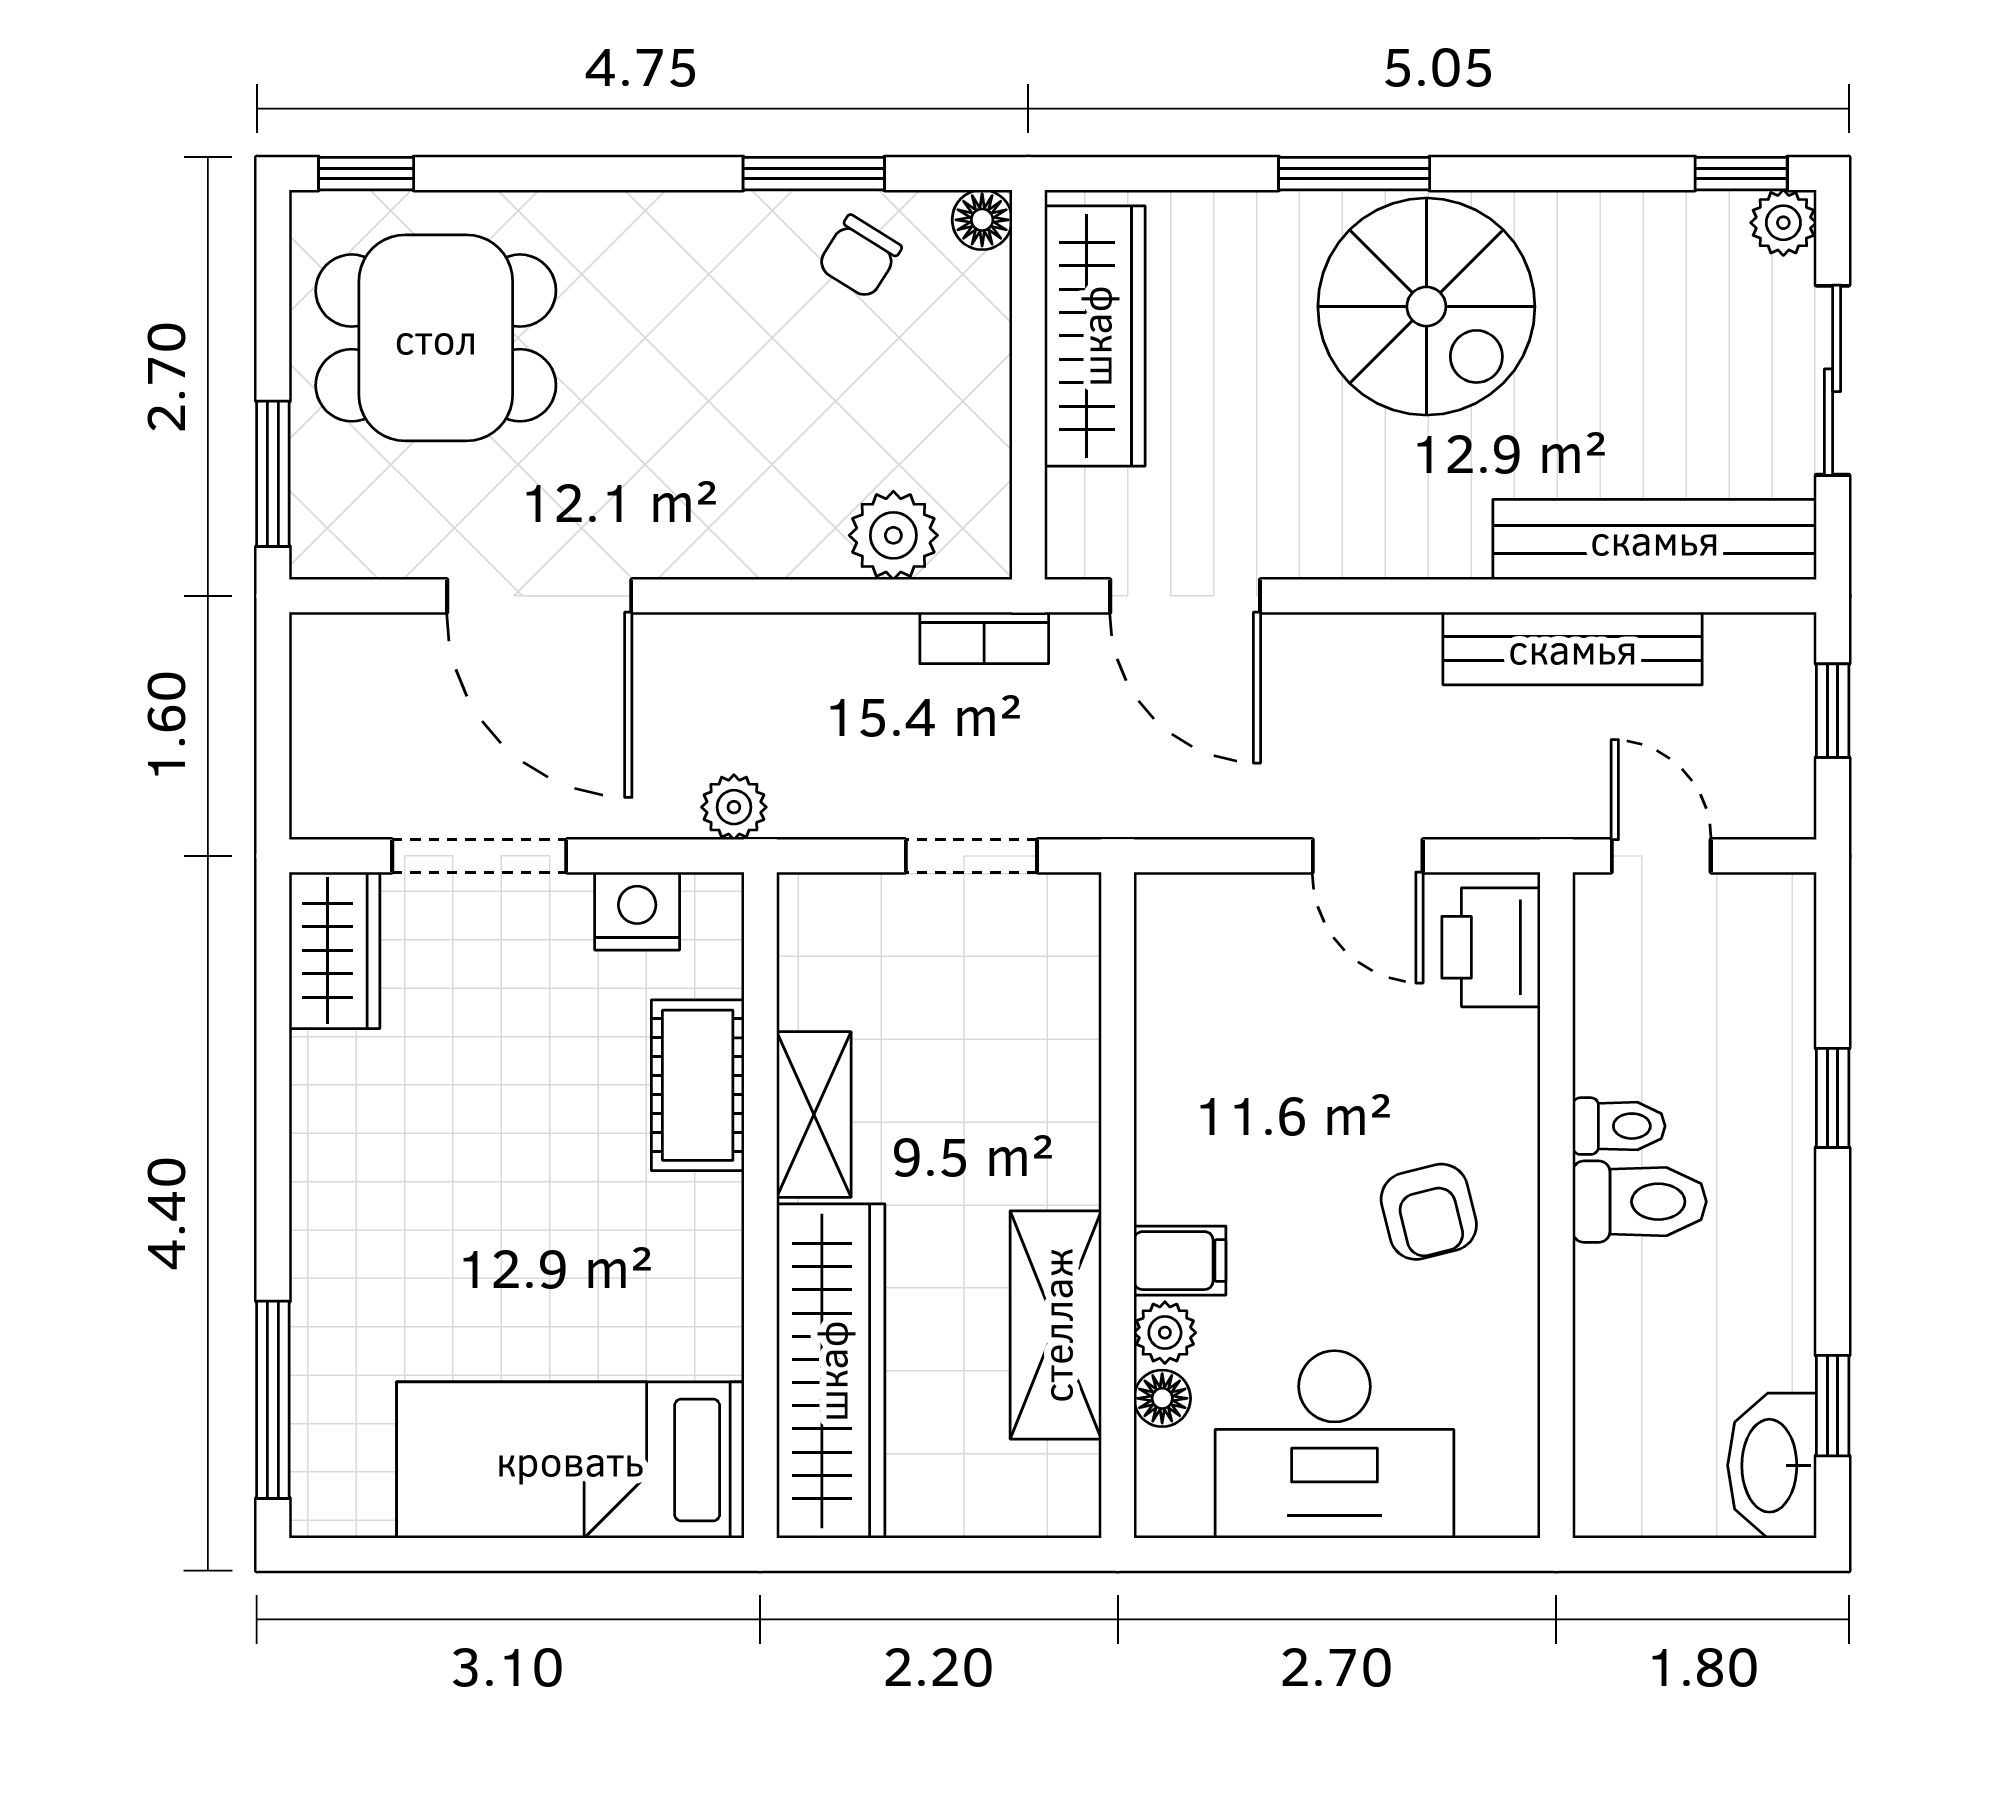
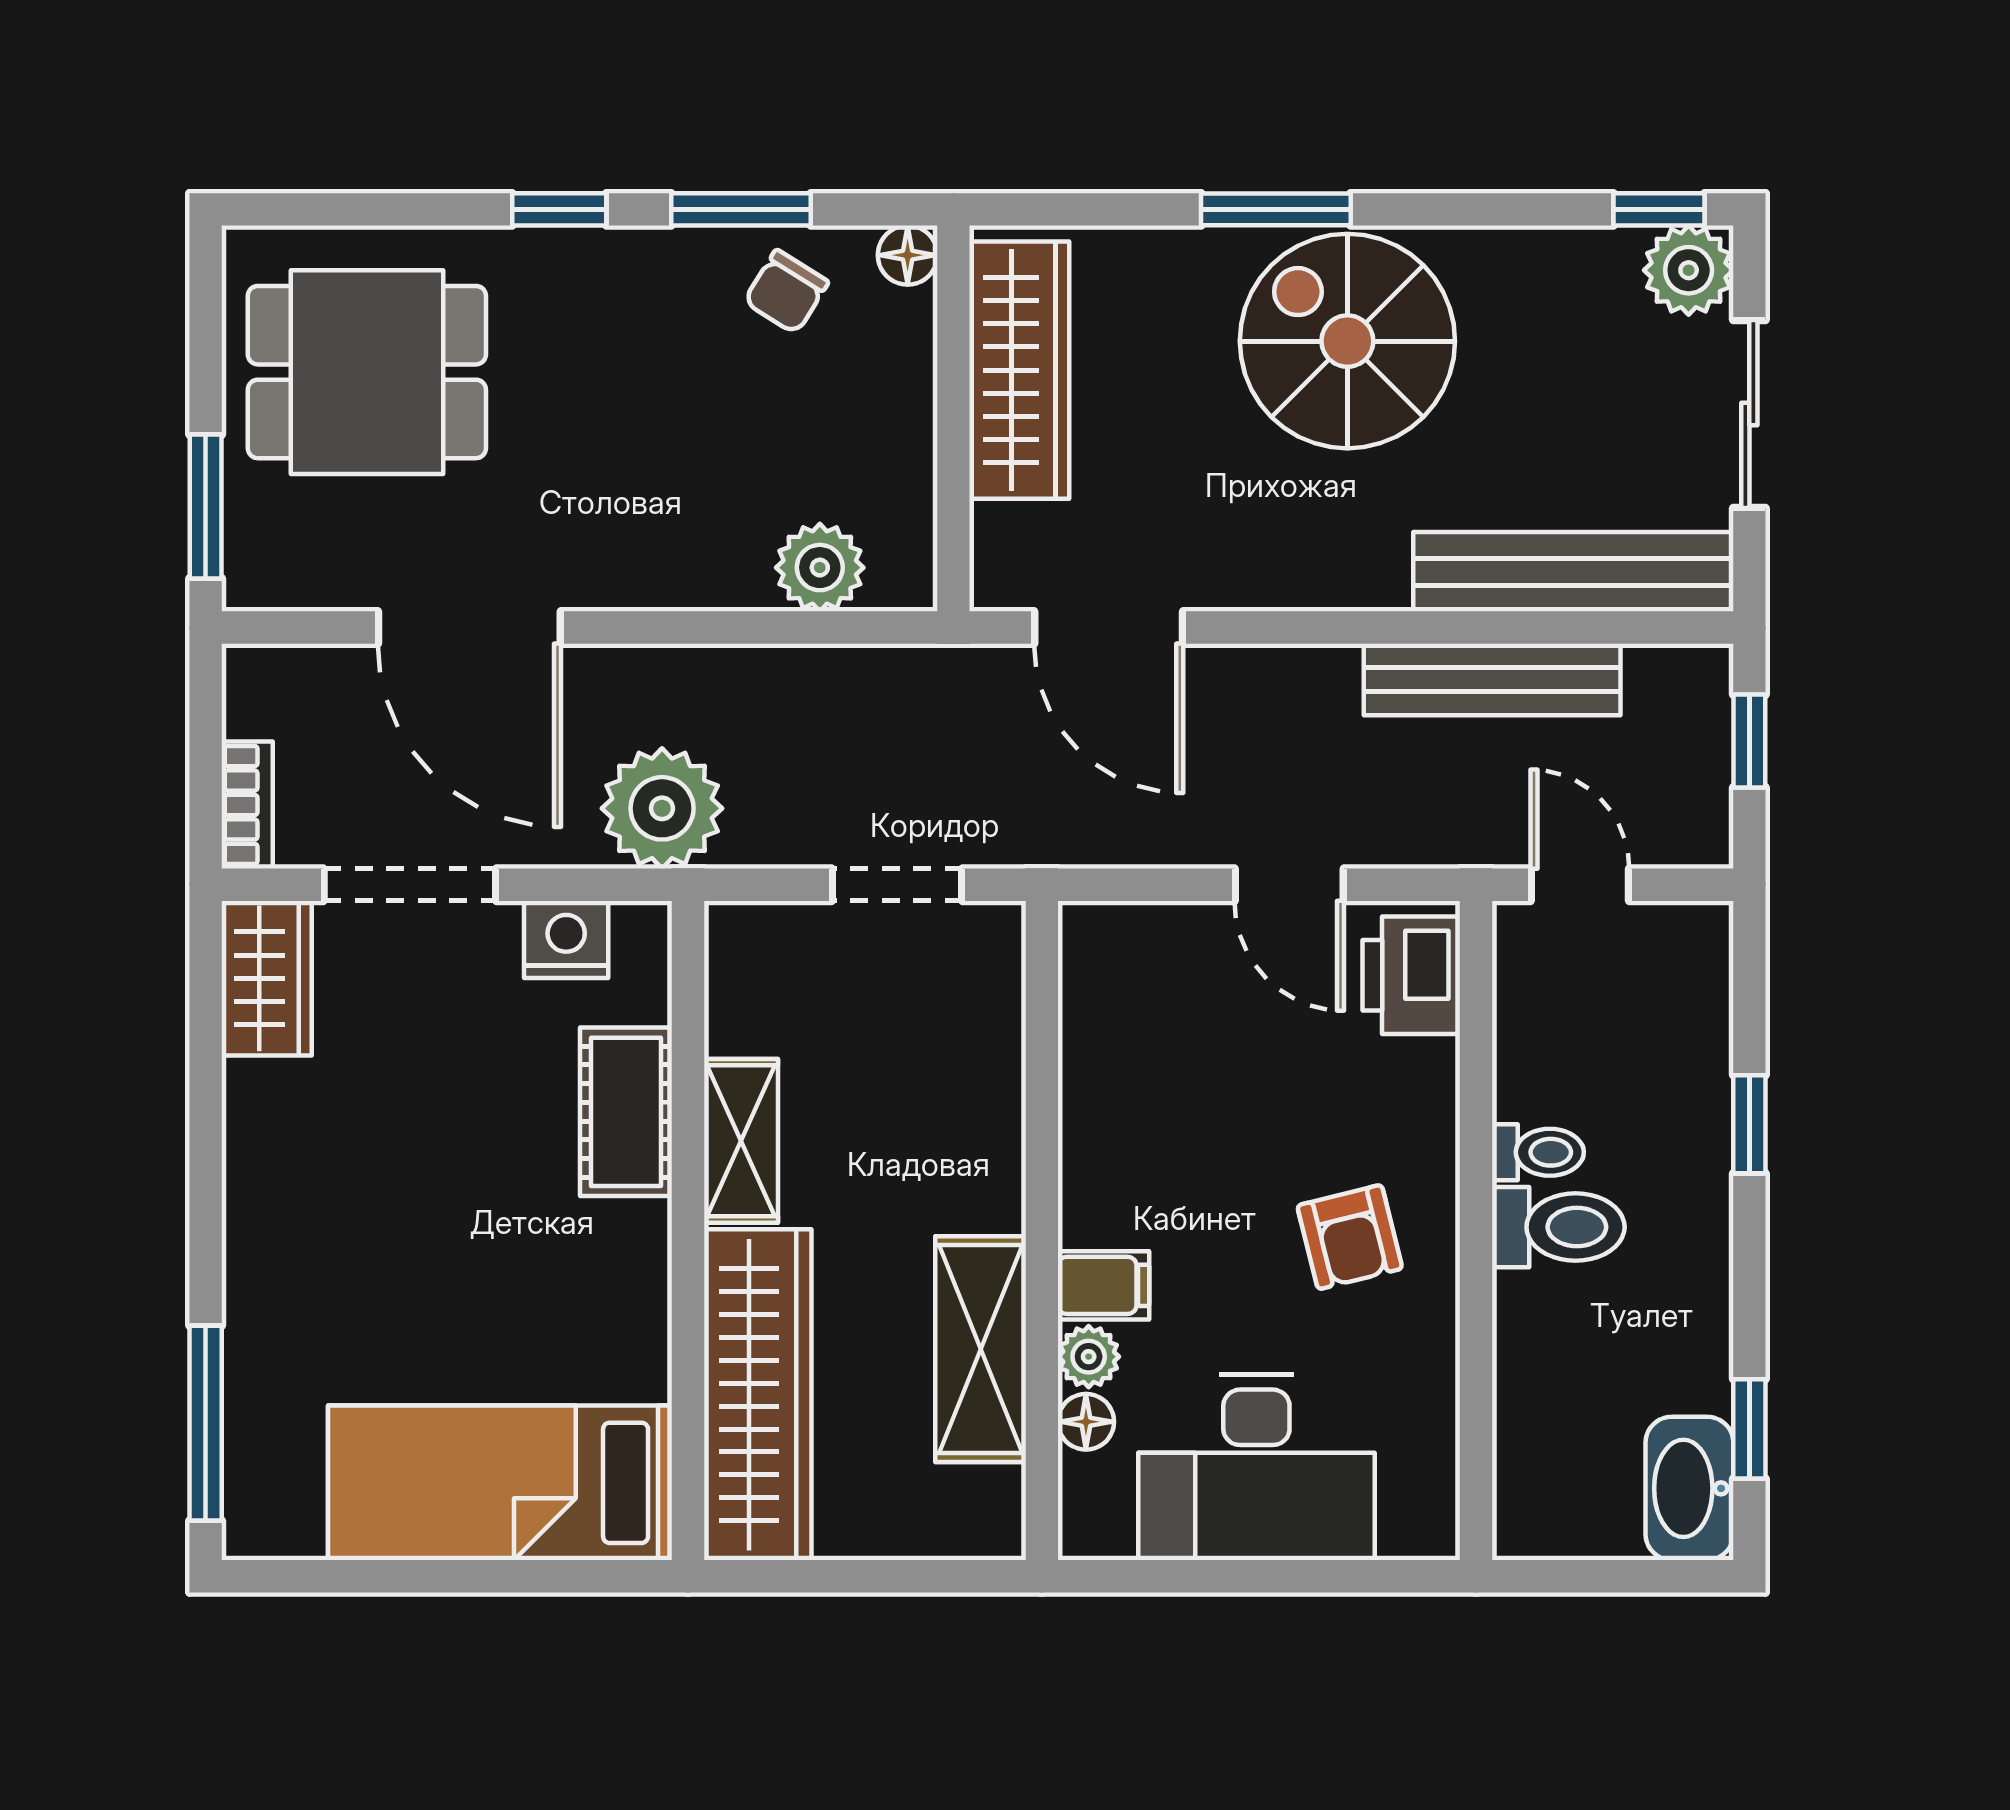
window: (366, 174) -> (559, 209), moved
plant: (1783, 223) -> (1689, 270), width x1.38, depth x1.38
spiral stairs: (1426, 307) -> (1347, 341), turned 180
bookcase: (984, 638) -> (247, 805), moved, turned -90
plant: (734, 807) -> (662, 808), width x1.87, depth x1.87

